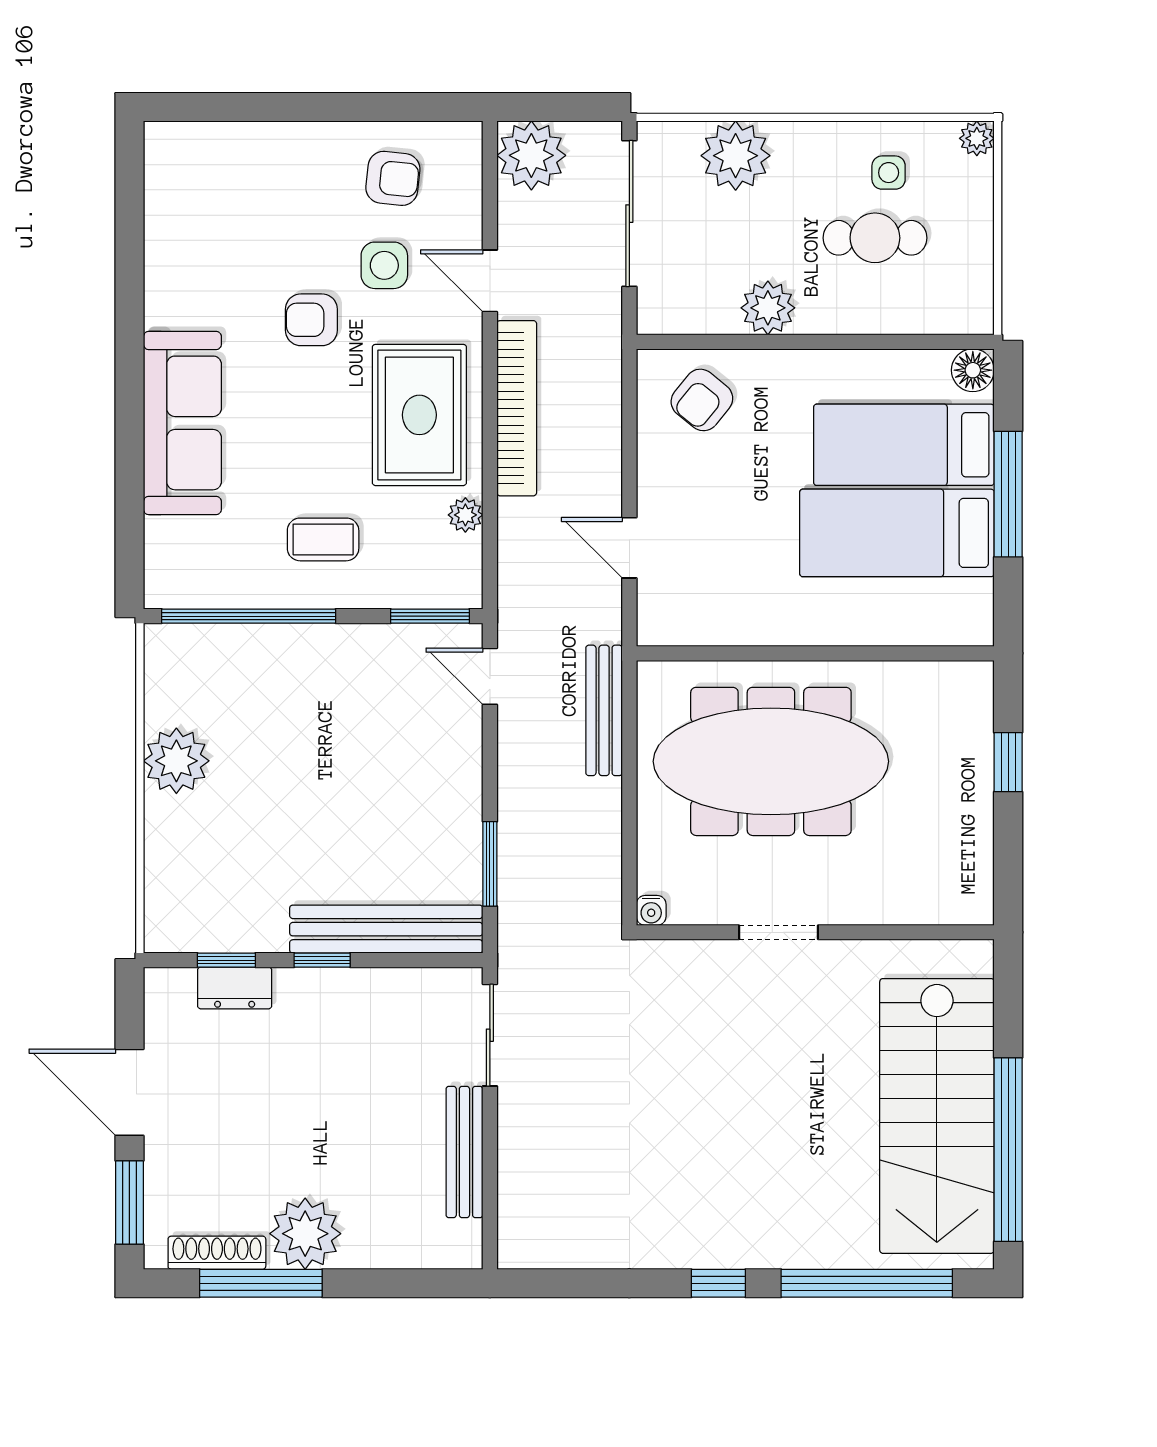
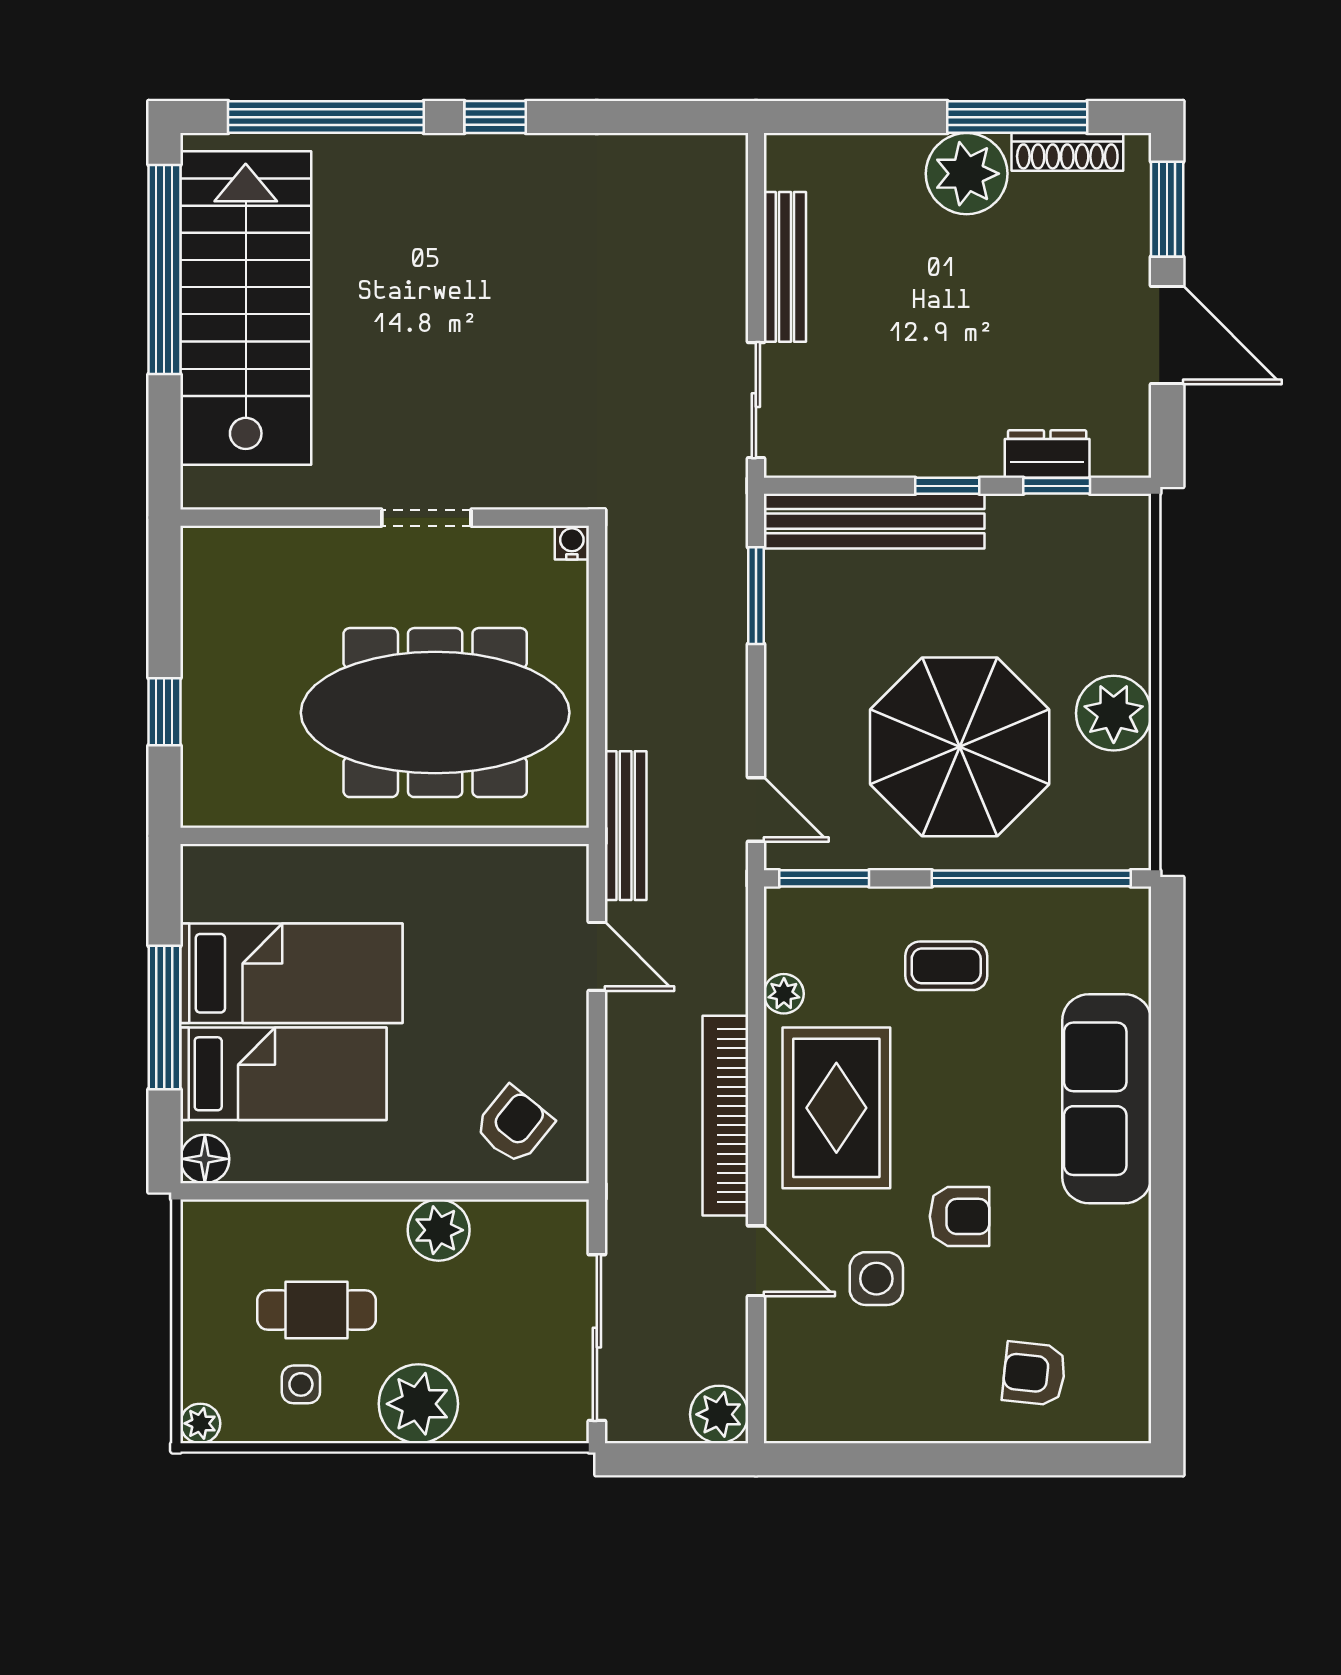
plant: (531, 155) -> (719, 1414), width x0.73, depth x0.73
plant: (736, 156) -> (418, 1404), moved
armchair: (393, 178) -> (1034, 1374), moved
bench: (604, 710) -> (626, 826), moved
parasol: (311, 731) -> (960, 747), added

